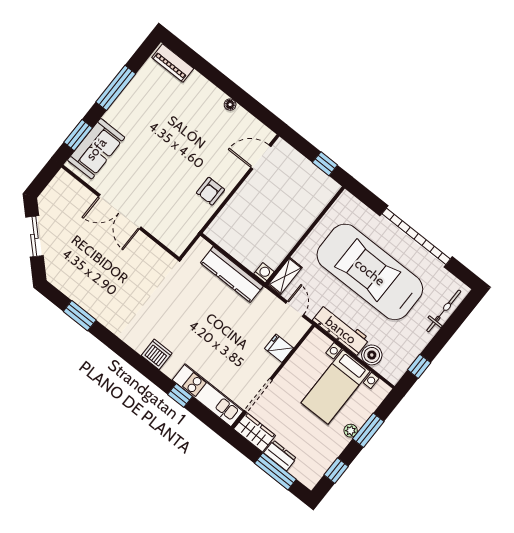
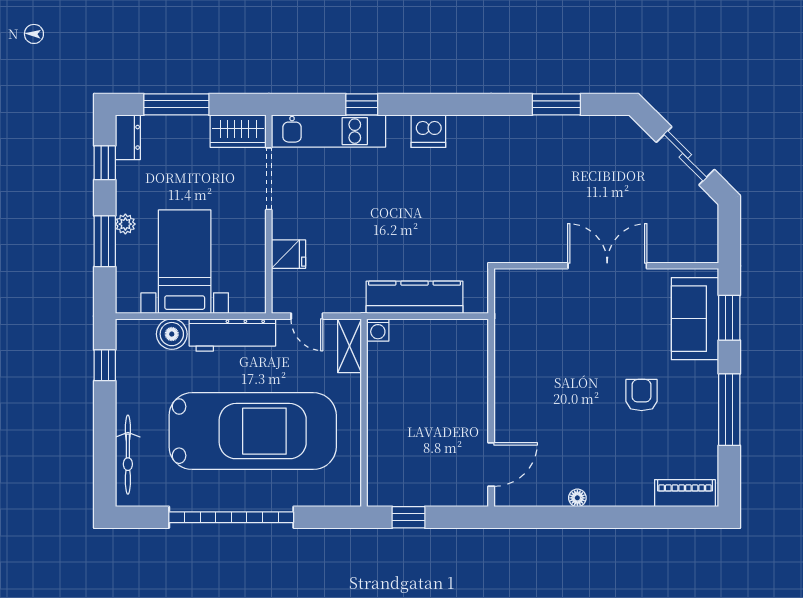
armchair: (210, 191) -> (641, 395), moved
dresser: (280, 456) -> (128, 137), moved, turned -90

